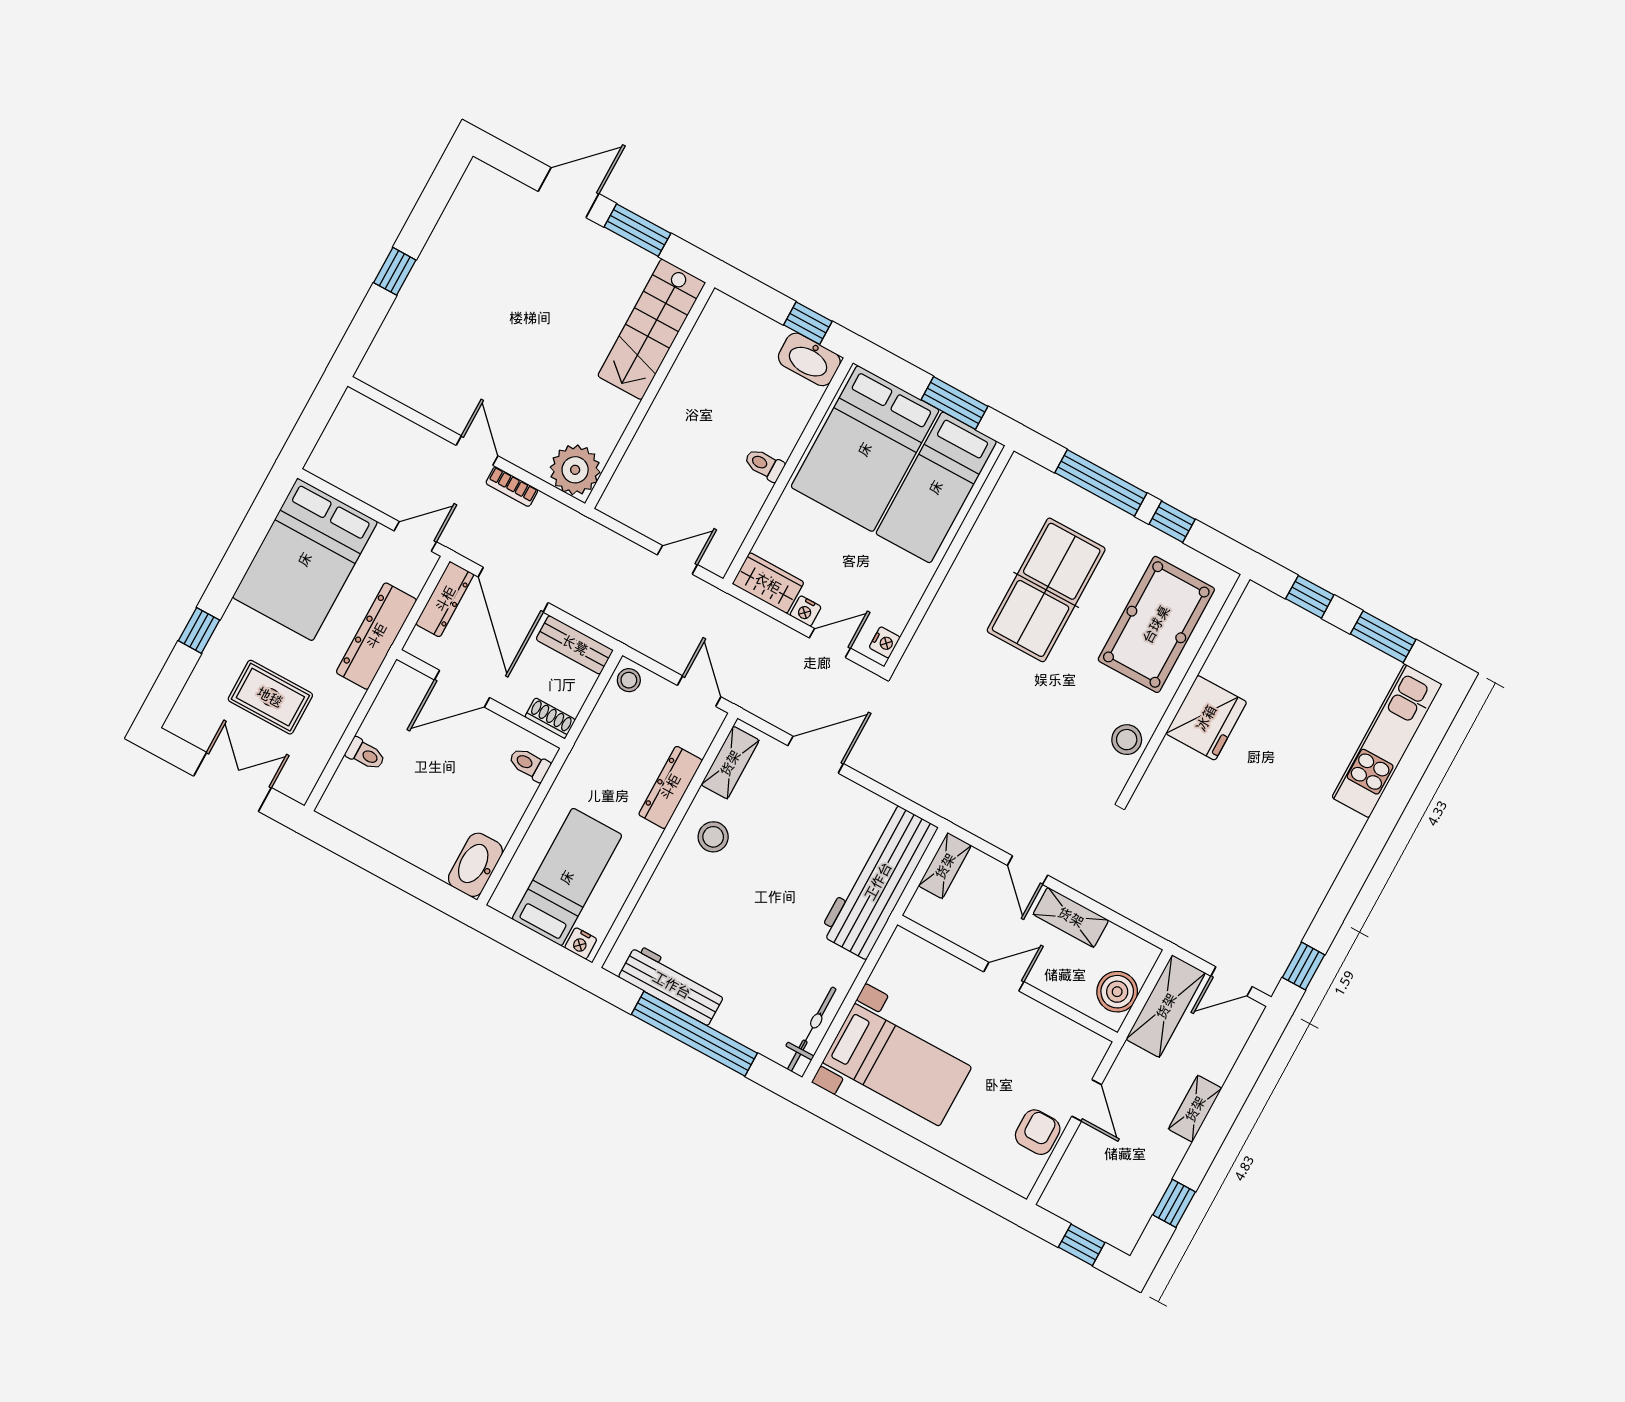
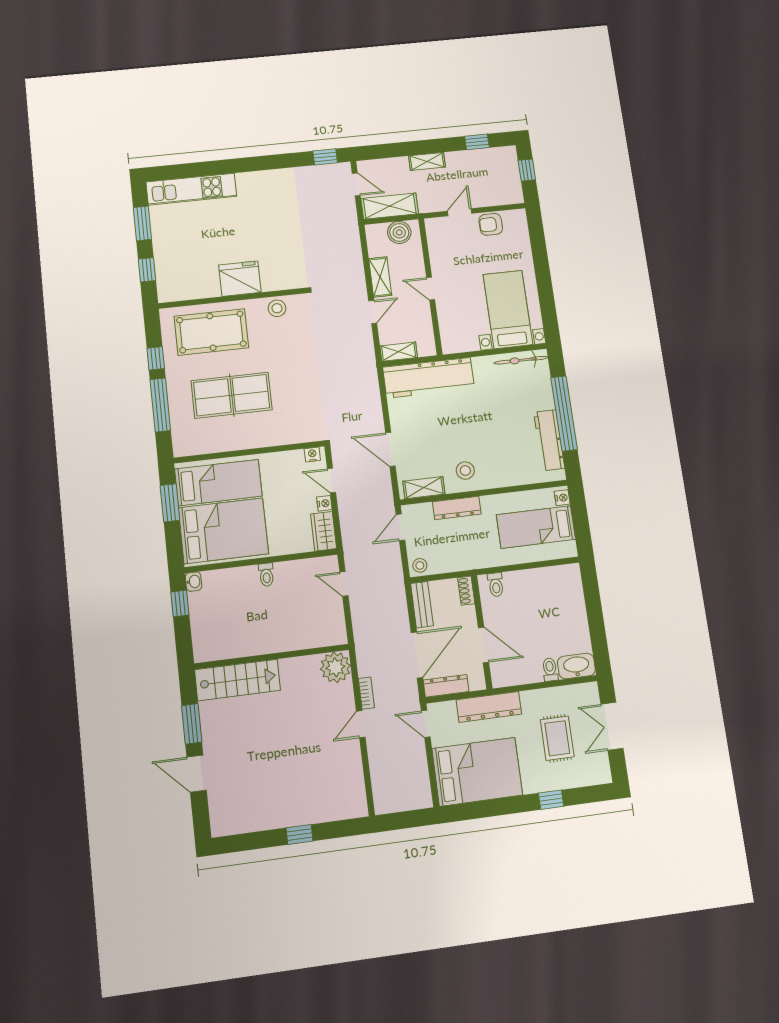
washbasin: (809, 359) -> (194, 582), width x0.52, depth x0.69
washbasin: (475, 865) -> (576, 666), moved, turned 180

